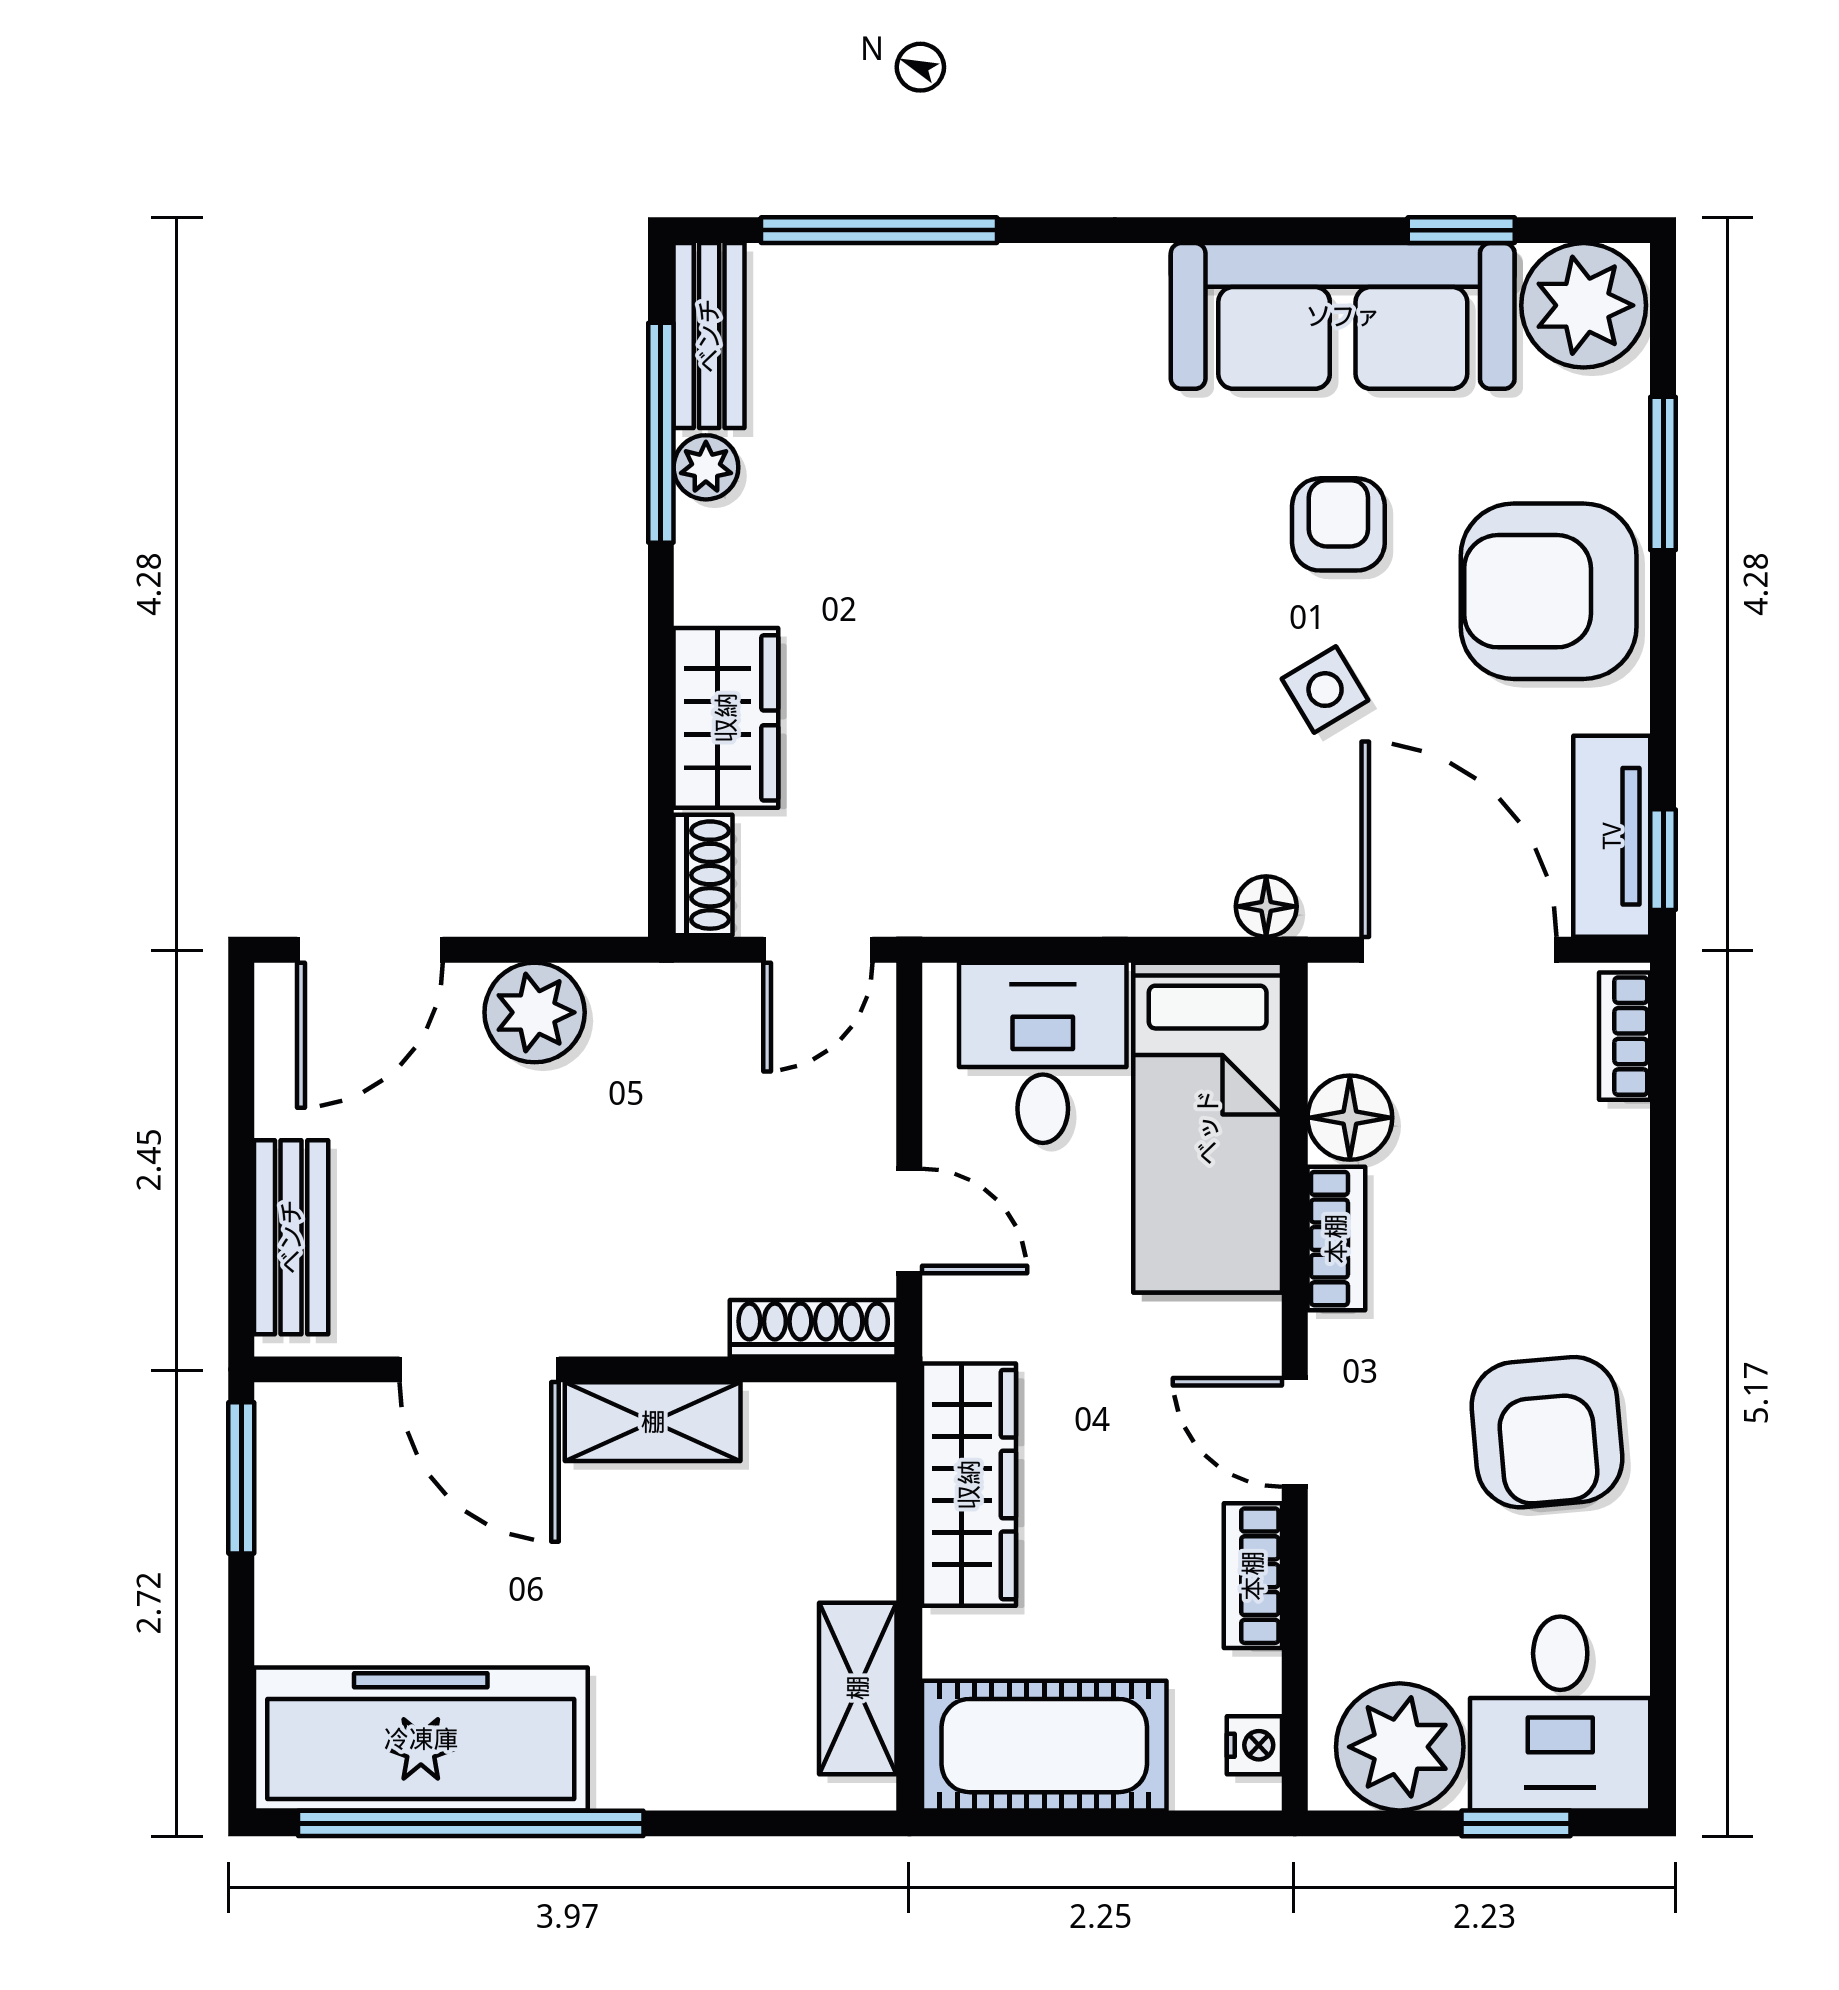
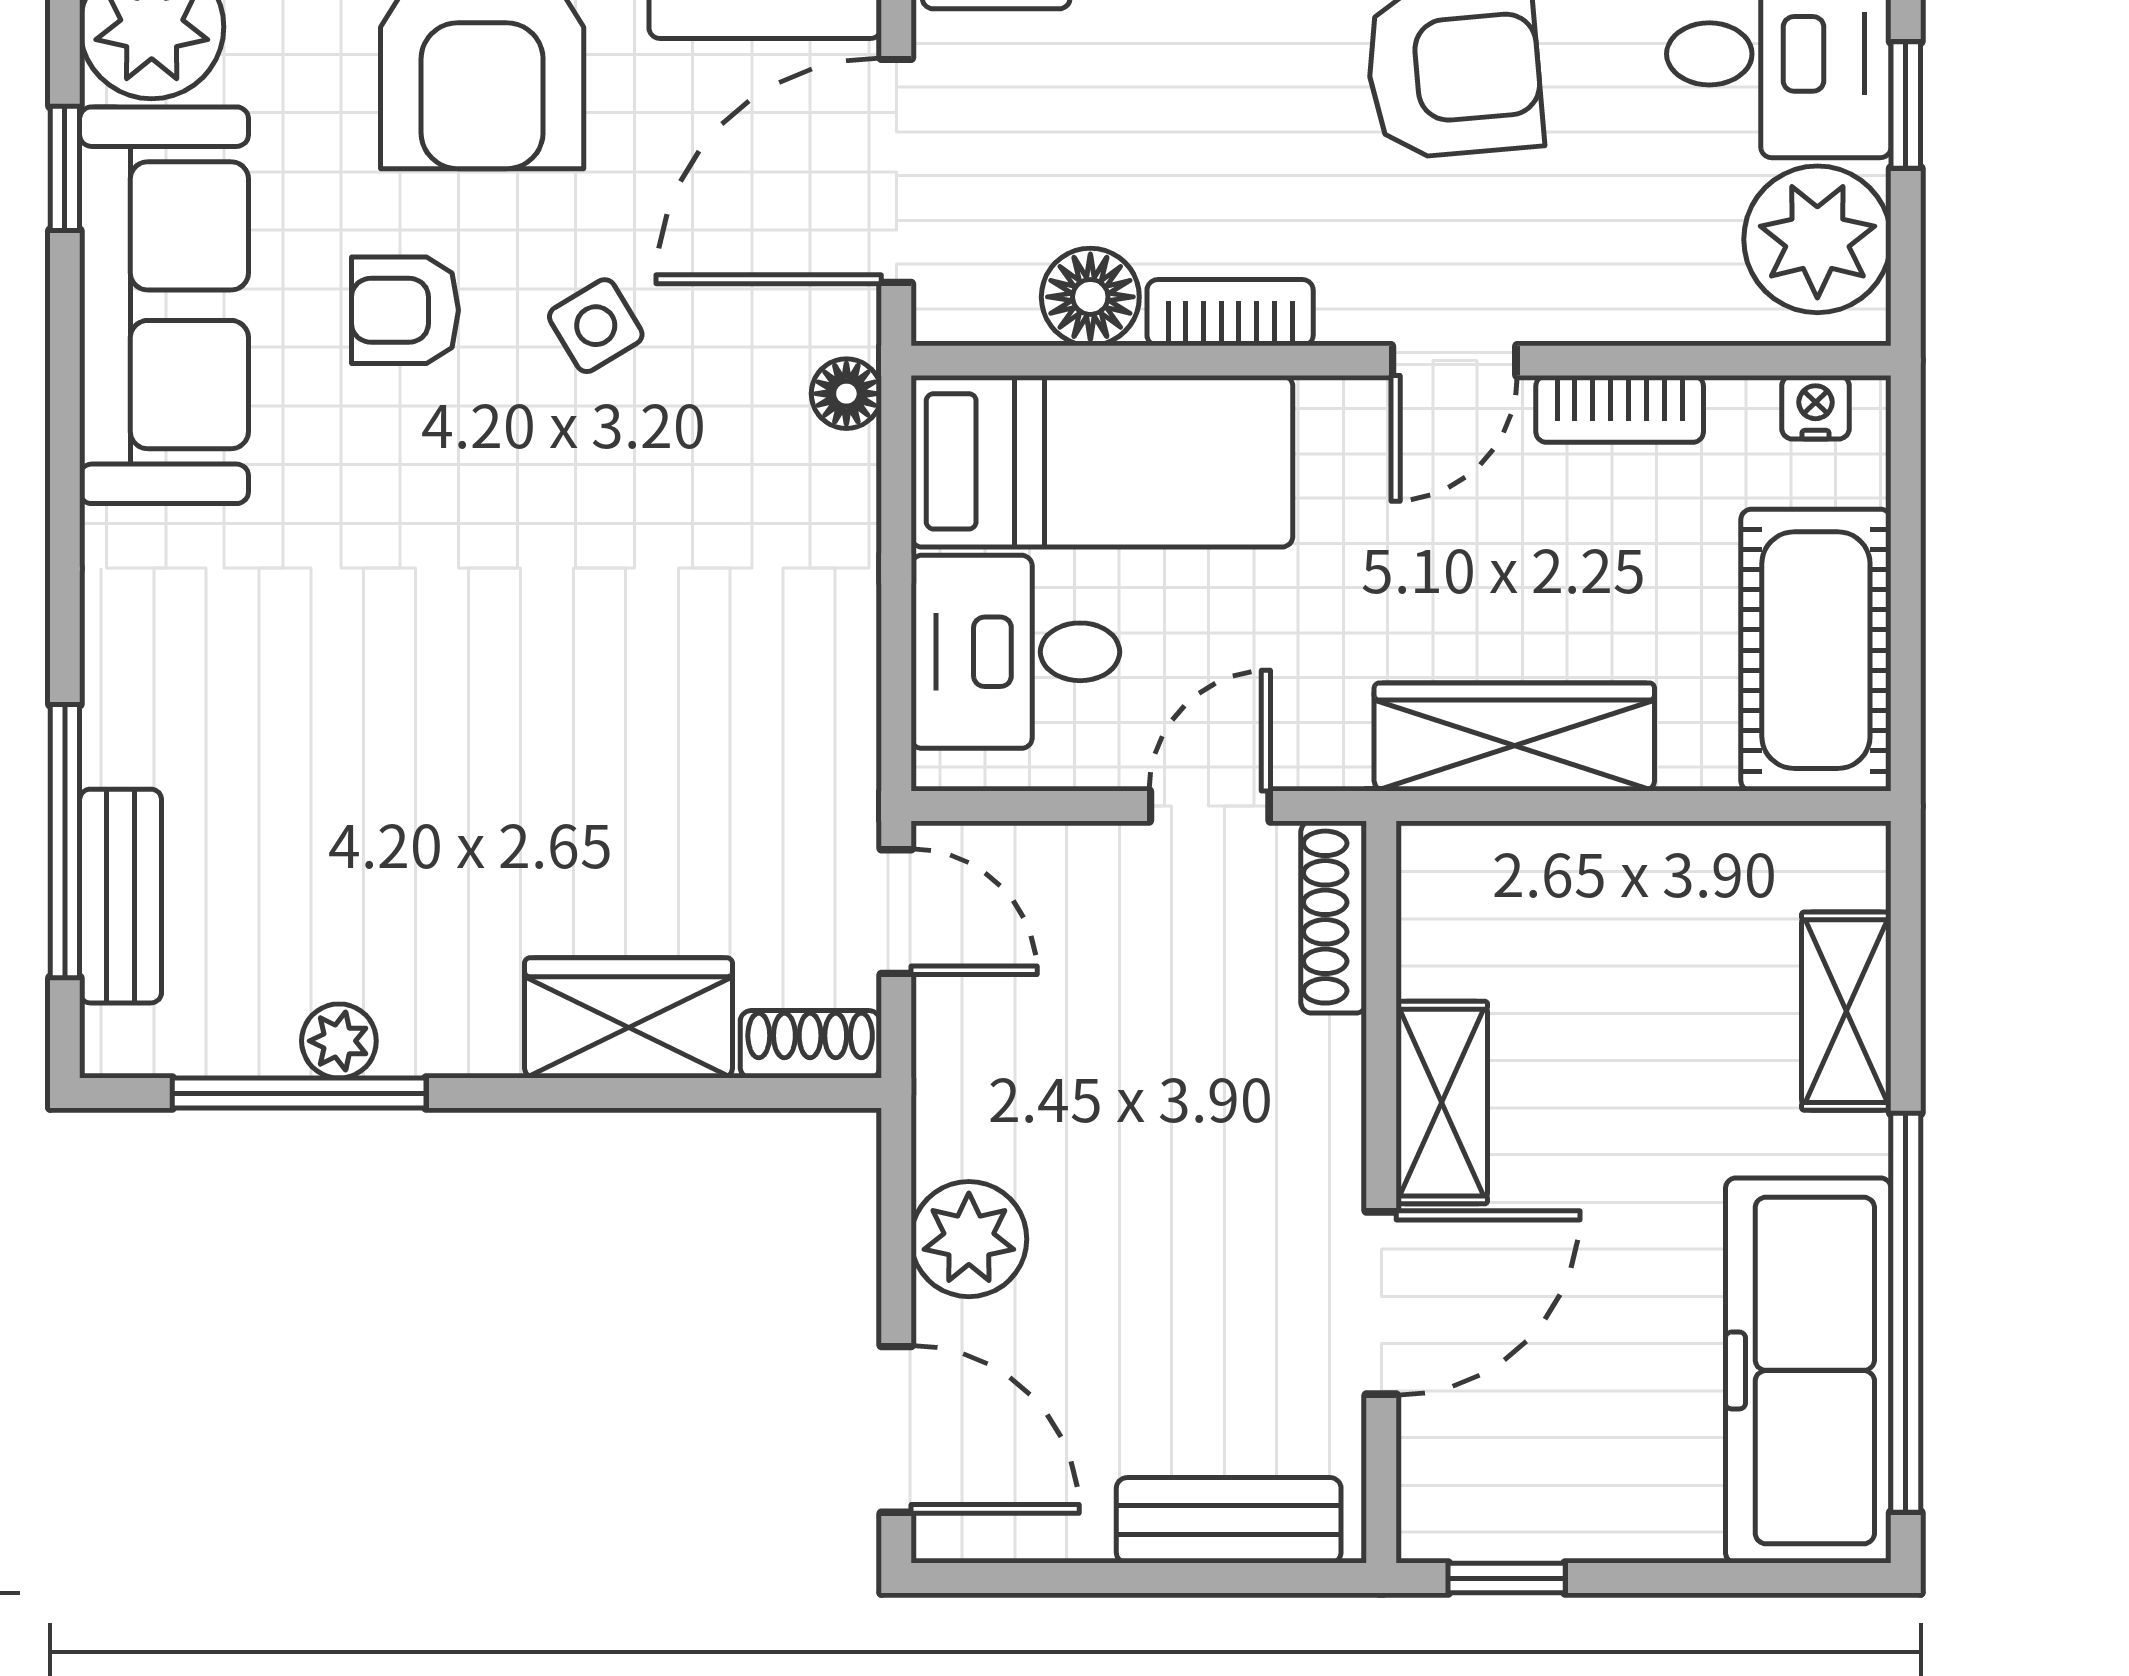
bench: (709, 336) -> (121, 896), moved, turned 90
window: (241, 1478) -> (1507, 1578), width x0.67
shelving: (858, 1688) -> (1846, 1011), moved, turned 90

